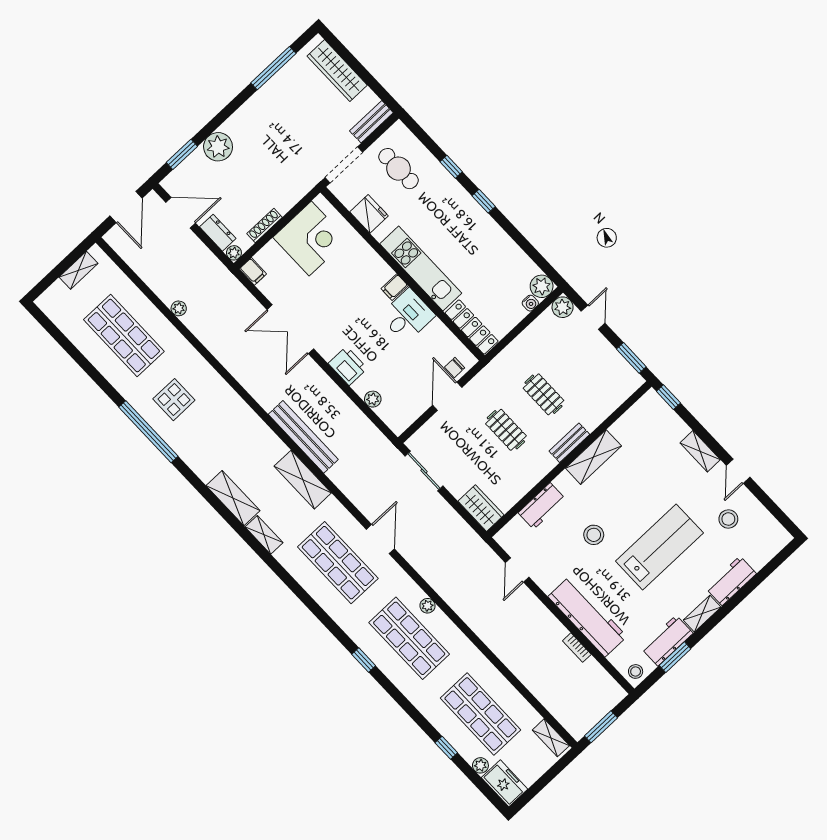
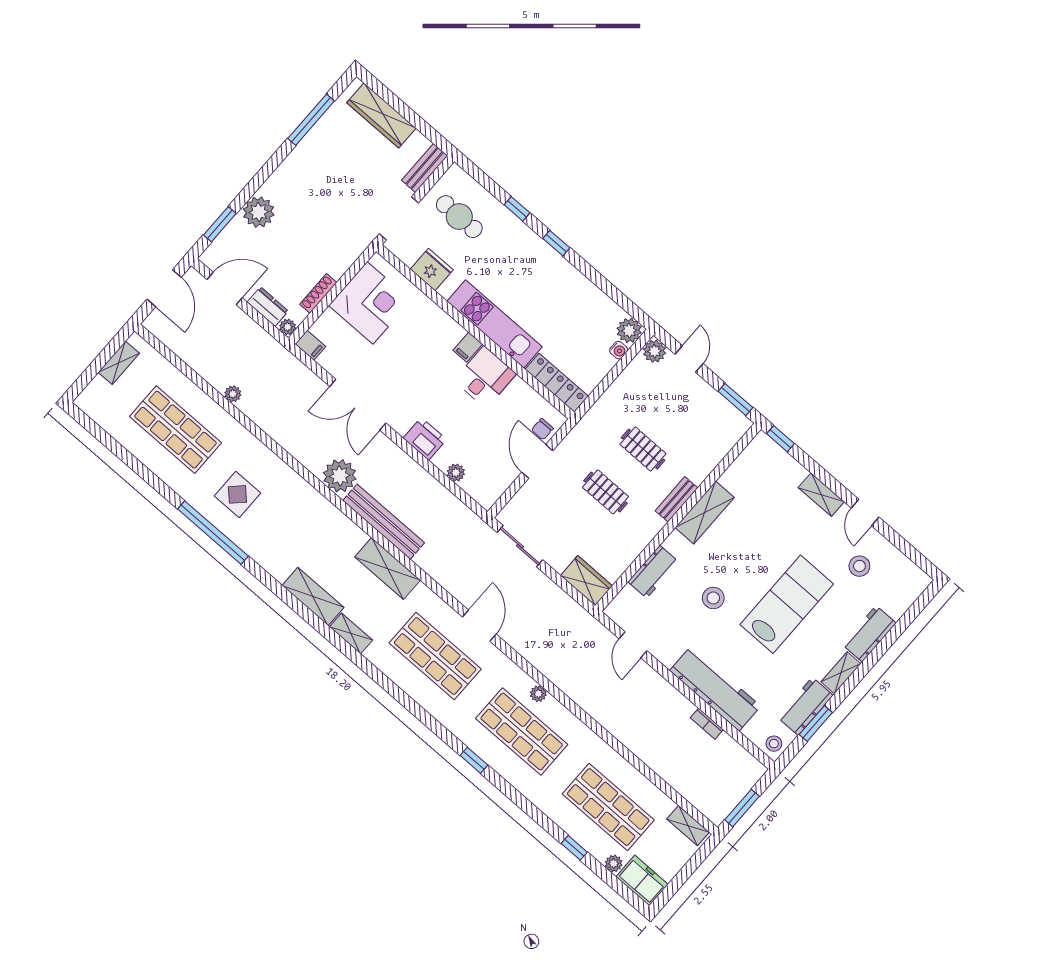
plant: (268, 392) -> (340, 476), added

